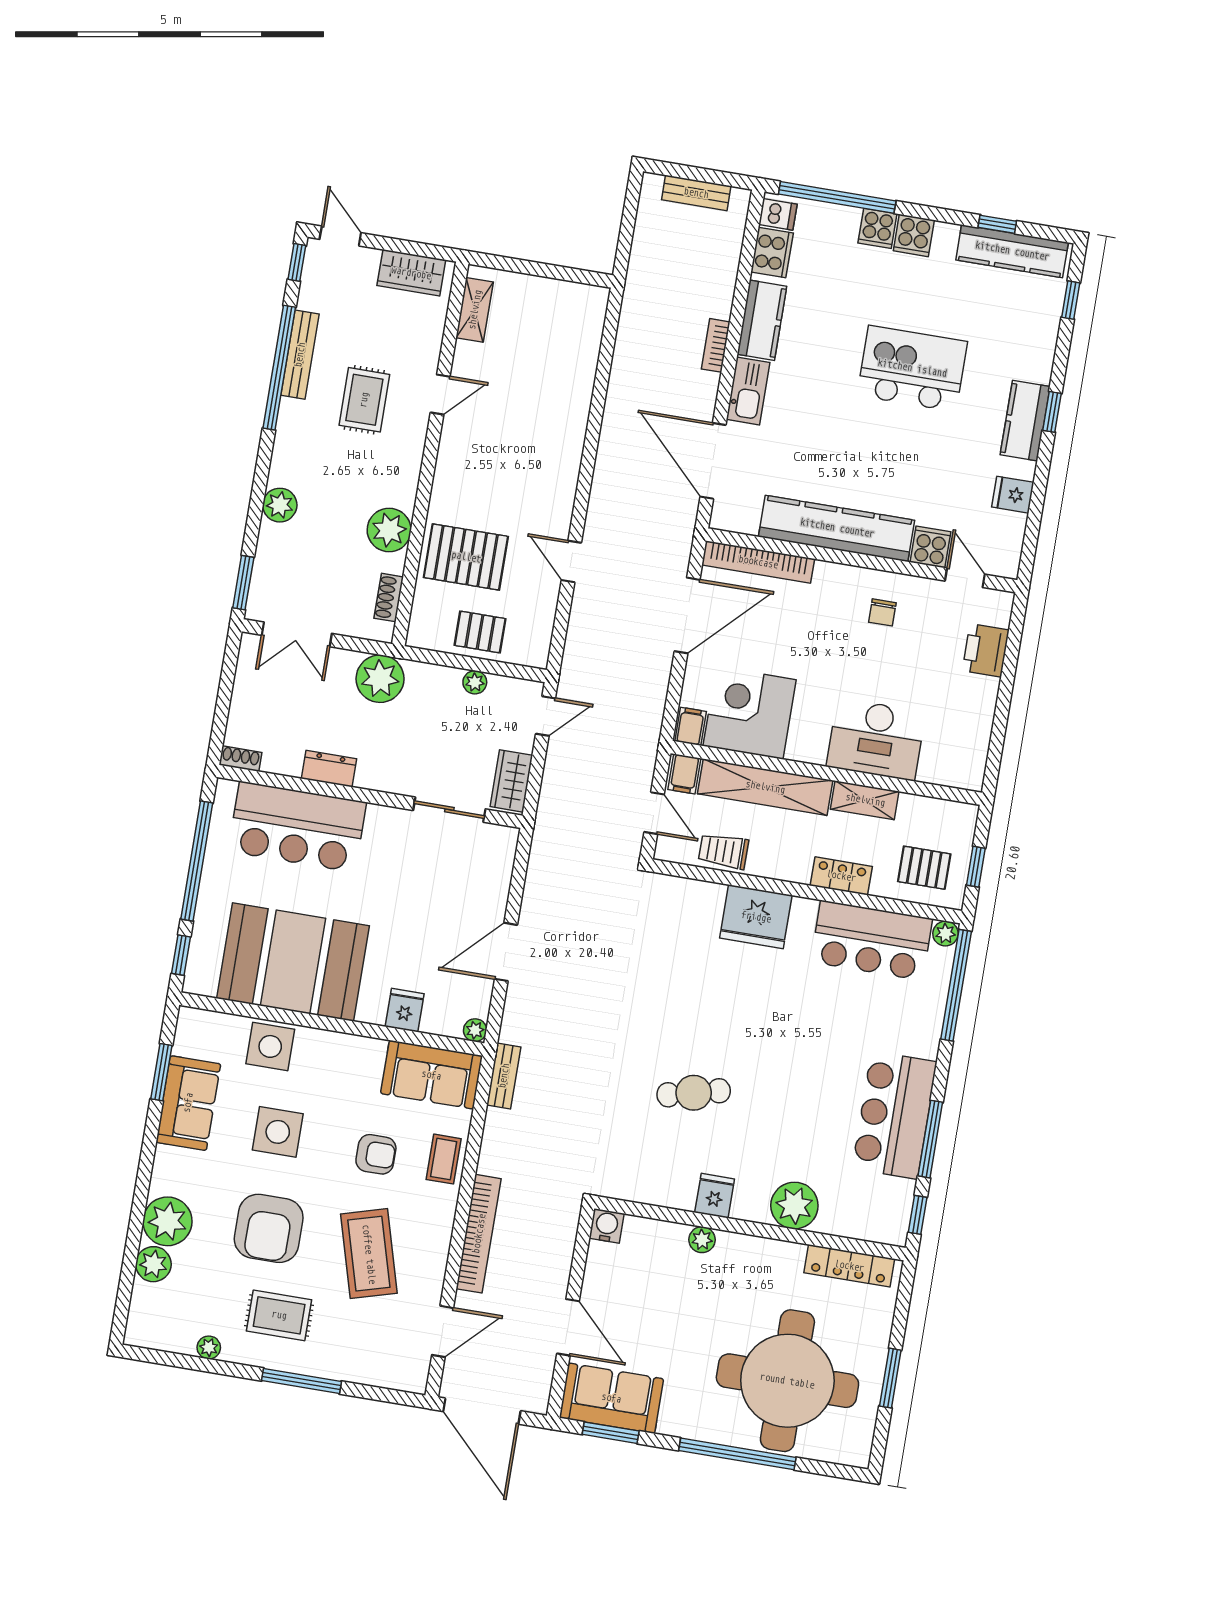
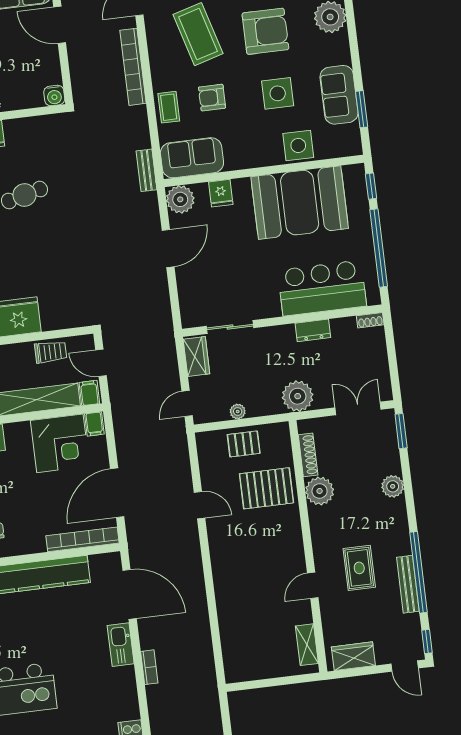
kitchen counter: (762, 320) -> (125, 691), removed
shoe rack: (389, 598) -> (308, 455), width x1.43
plant: (475, 1030) -> (180, 199), width x1.87, depth x1.87
armchair: (269, 1228) -> (265, 31), turned 90

